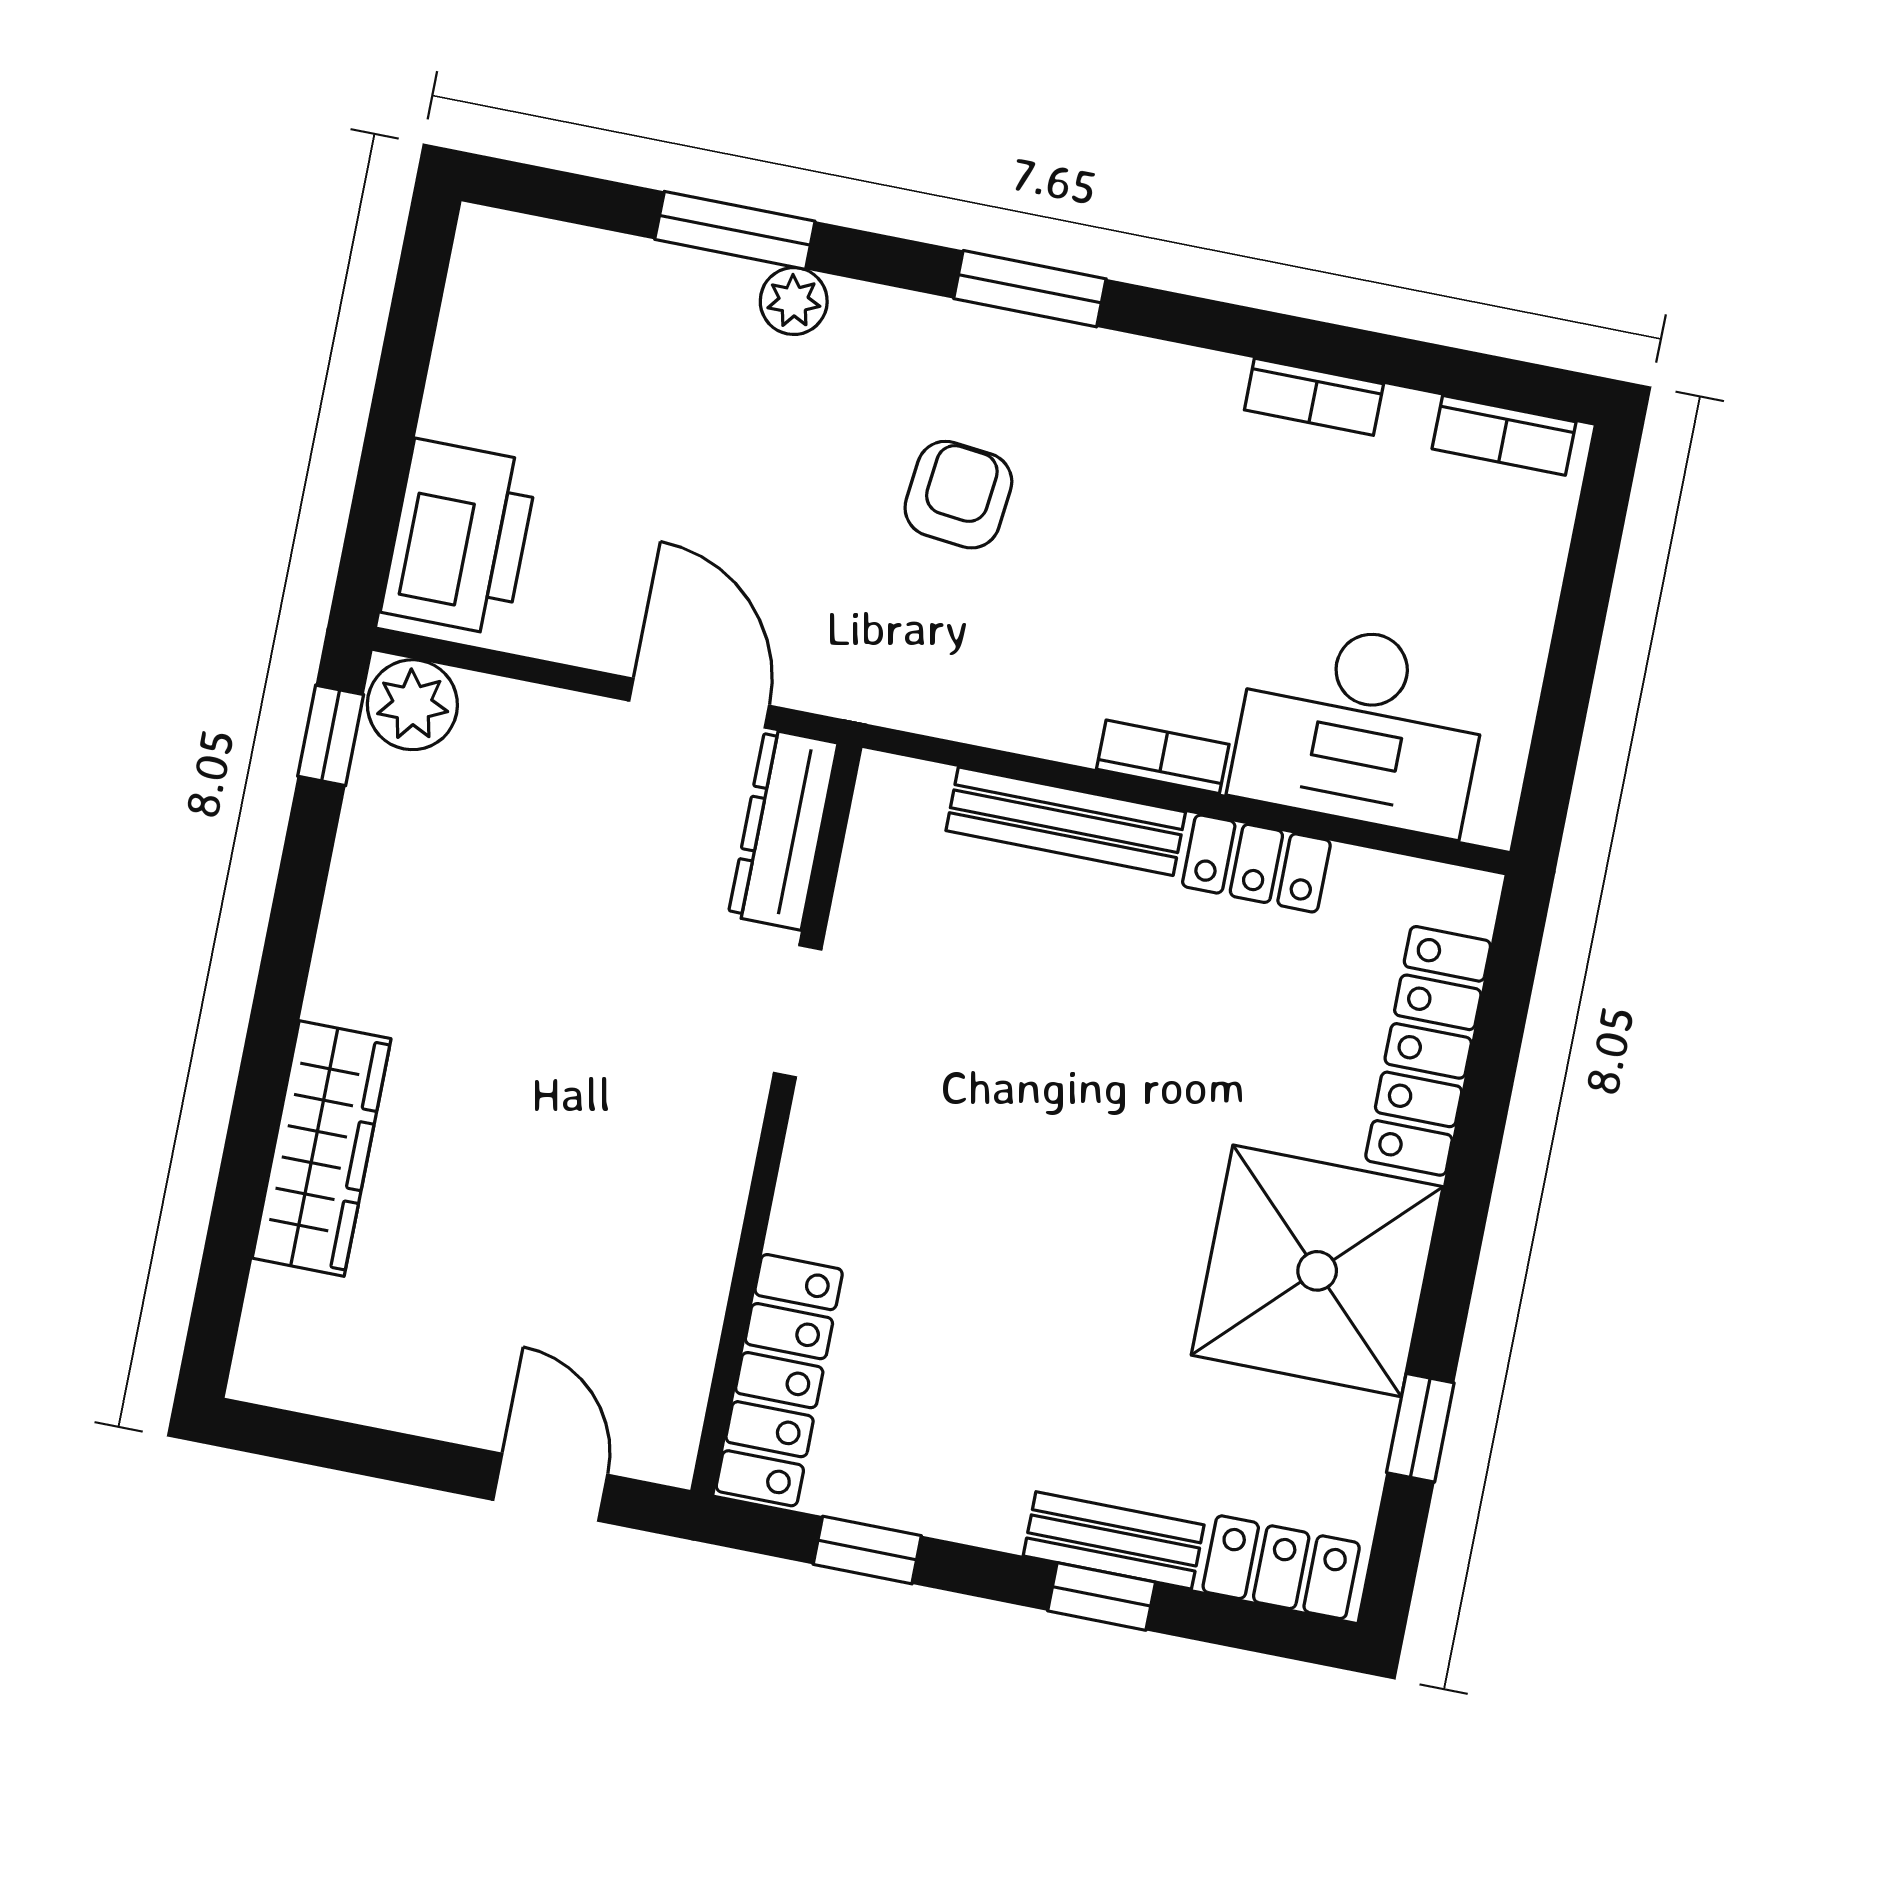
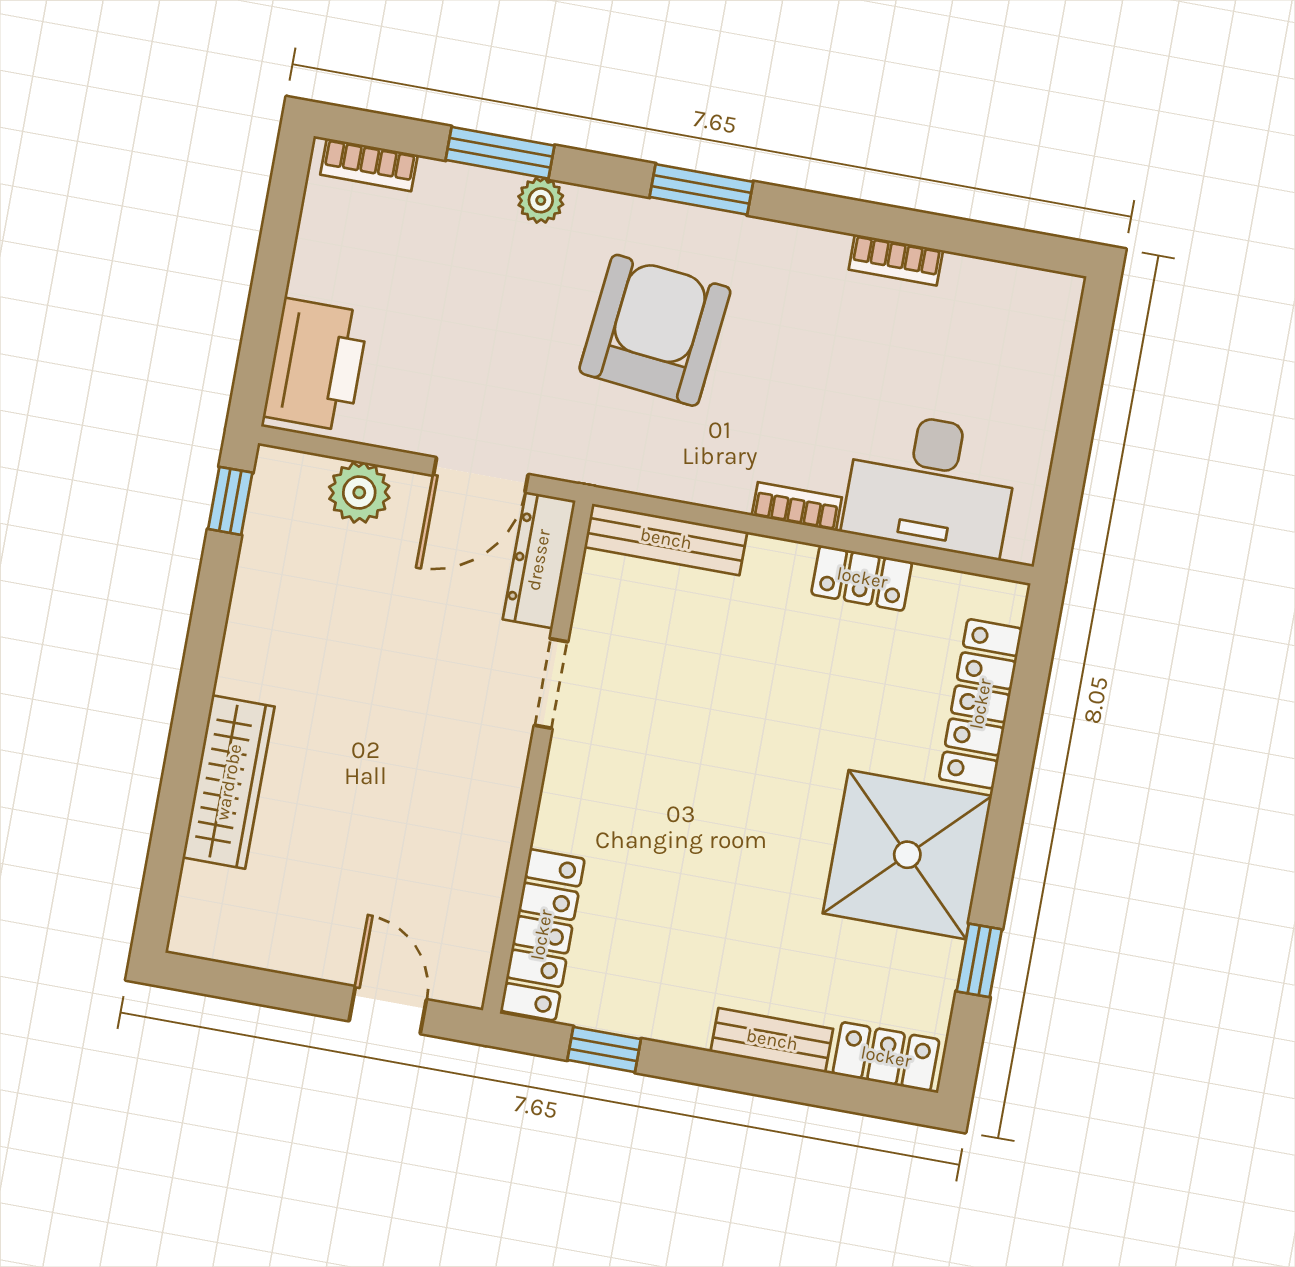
bookcase: (1504, 435) -> (369, 165), moved
armchair: (958, 495) -> (655, 330), width x1.88, depth x1.88
door: (699, 703) -> (481, 475), swing flipped
plant: (412, 705) -> (359, 492), moved
bench: (1066, 821) -> (666, 539), moved
window: (1102, 1596) -> (764, 1079), removed

